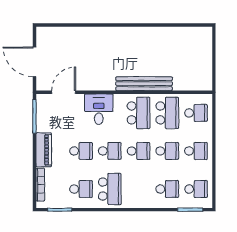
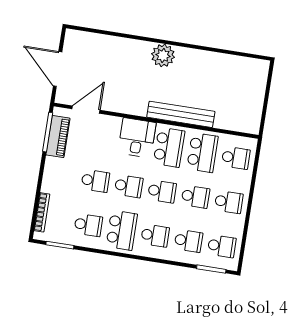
plant: (121, 37) -> (163, 55), added
desk: (99, 109) -> (137, 138), moved
piano: (44, 150) -> (58, 137), moved
school desk: (139, 189) -> (155, 236), added

